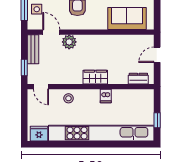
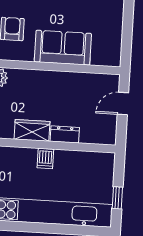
sofa: (127, 19) -> (63, 48), moved
dresser: (138, 79) -> (65, 134), moved

